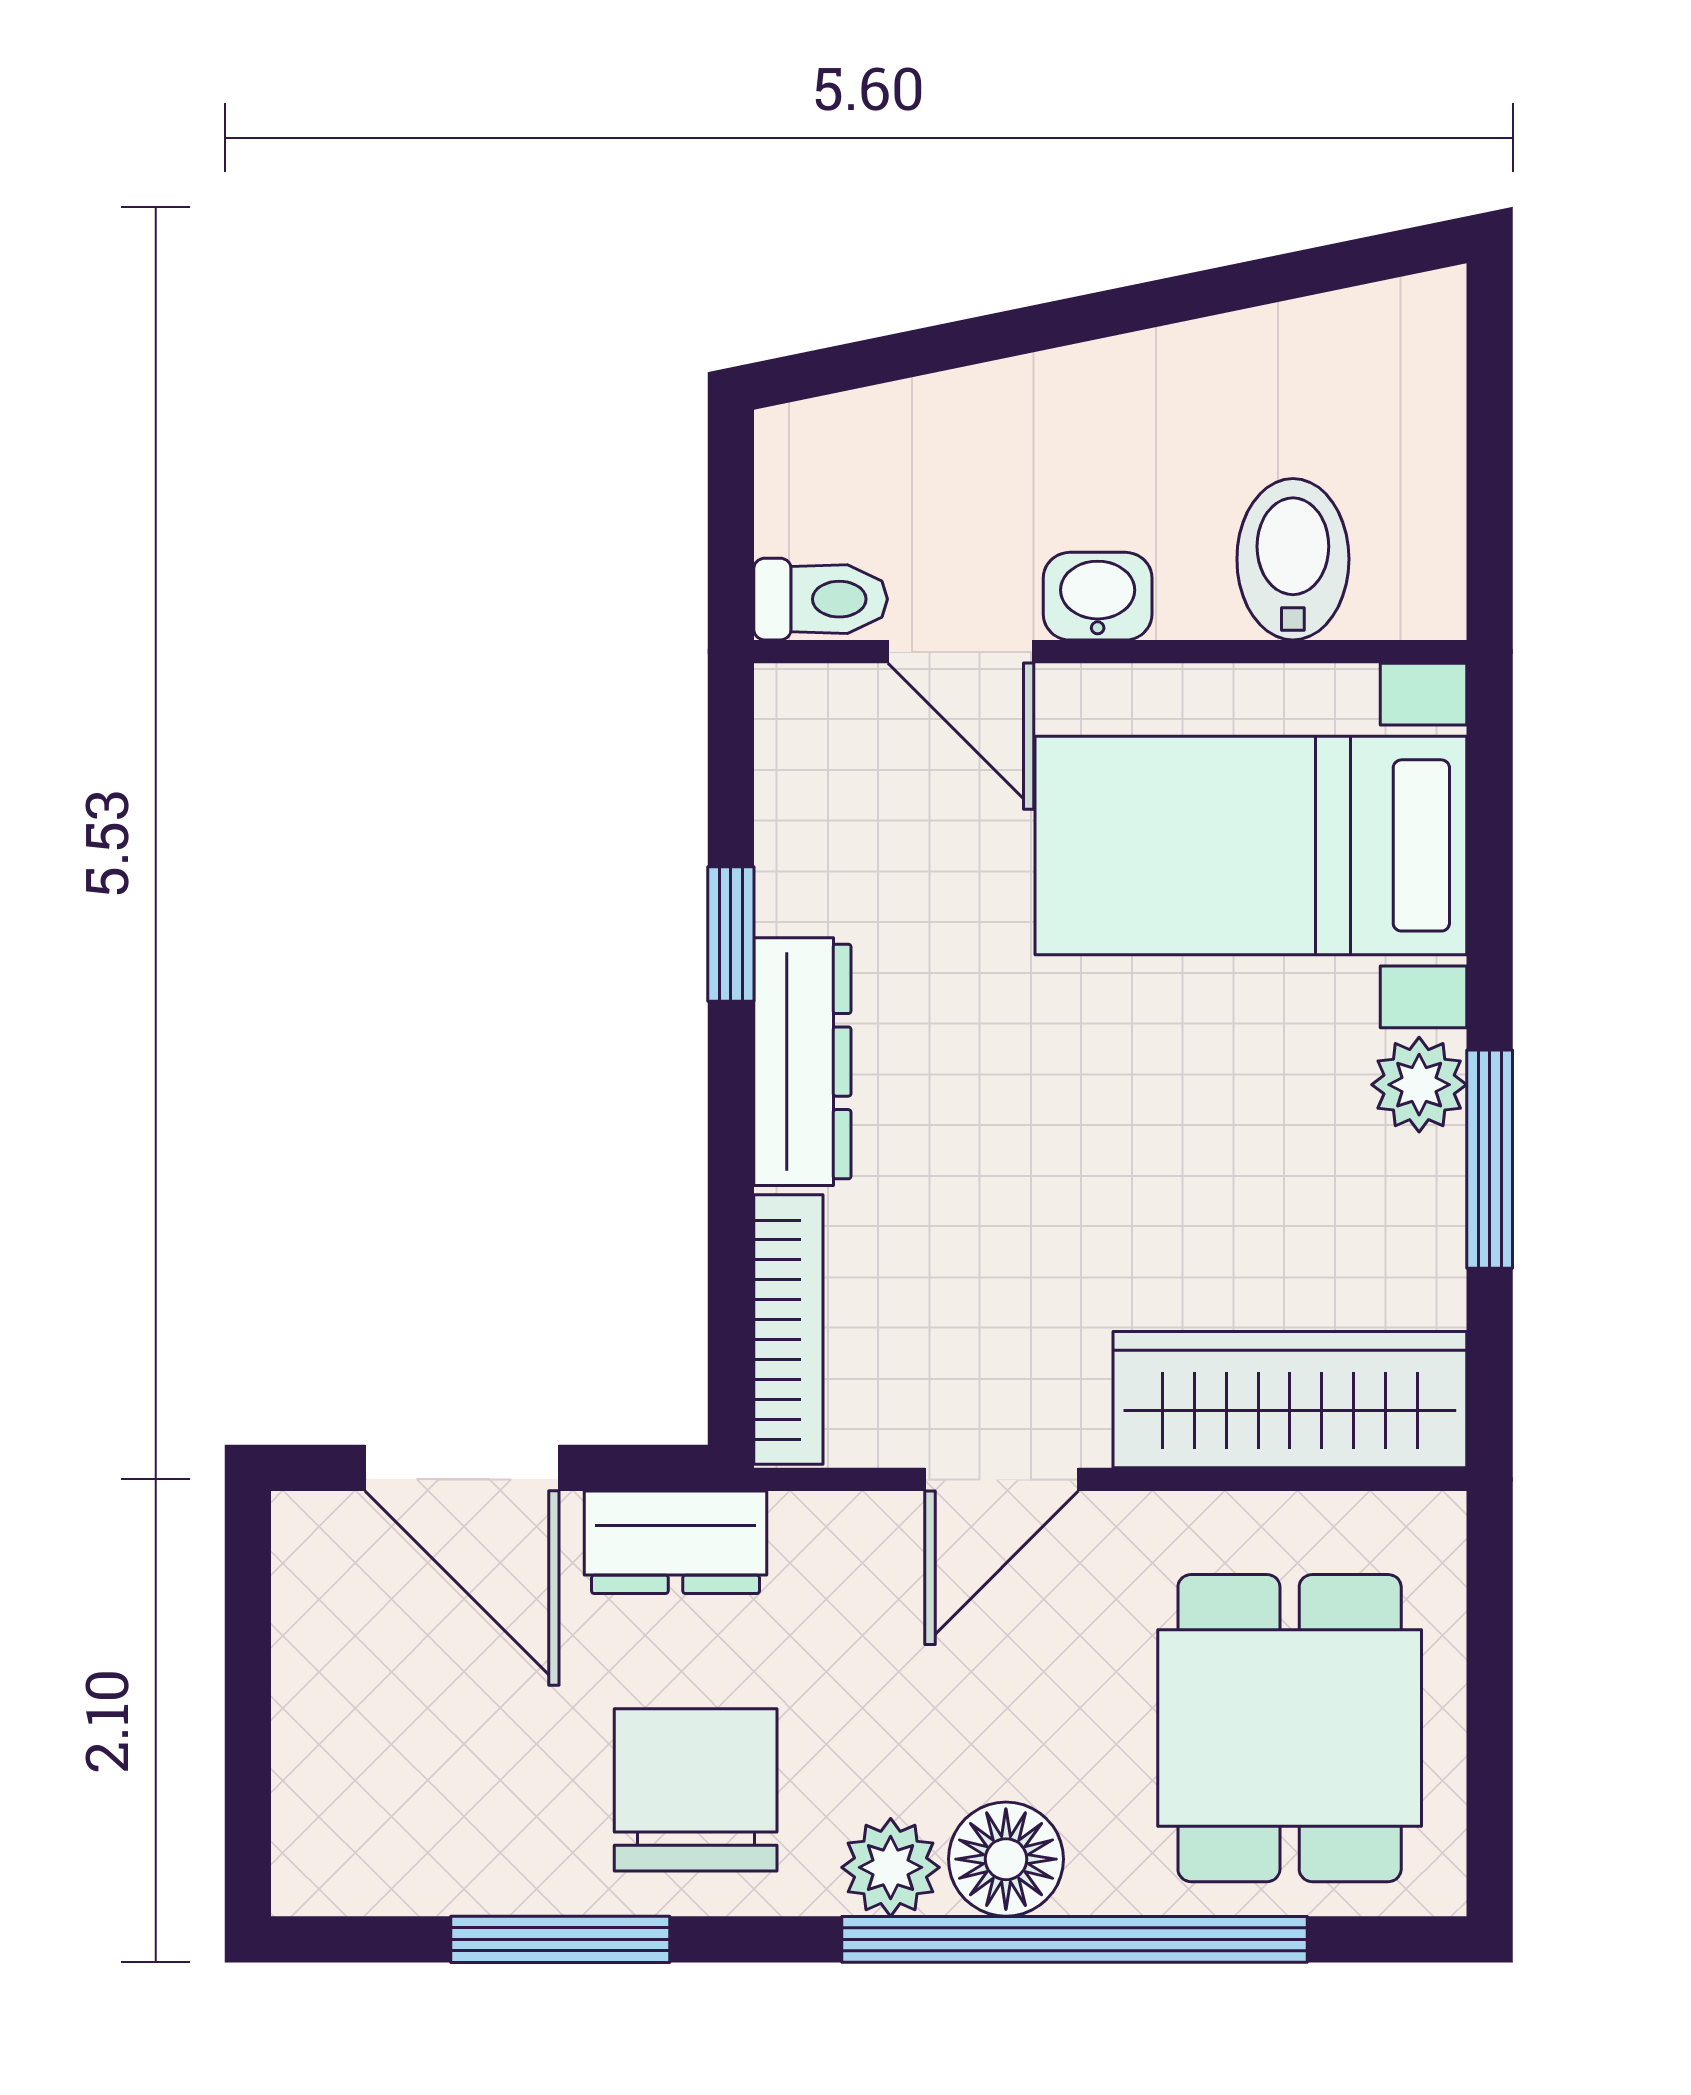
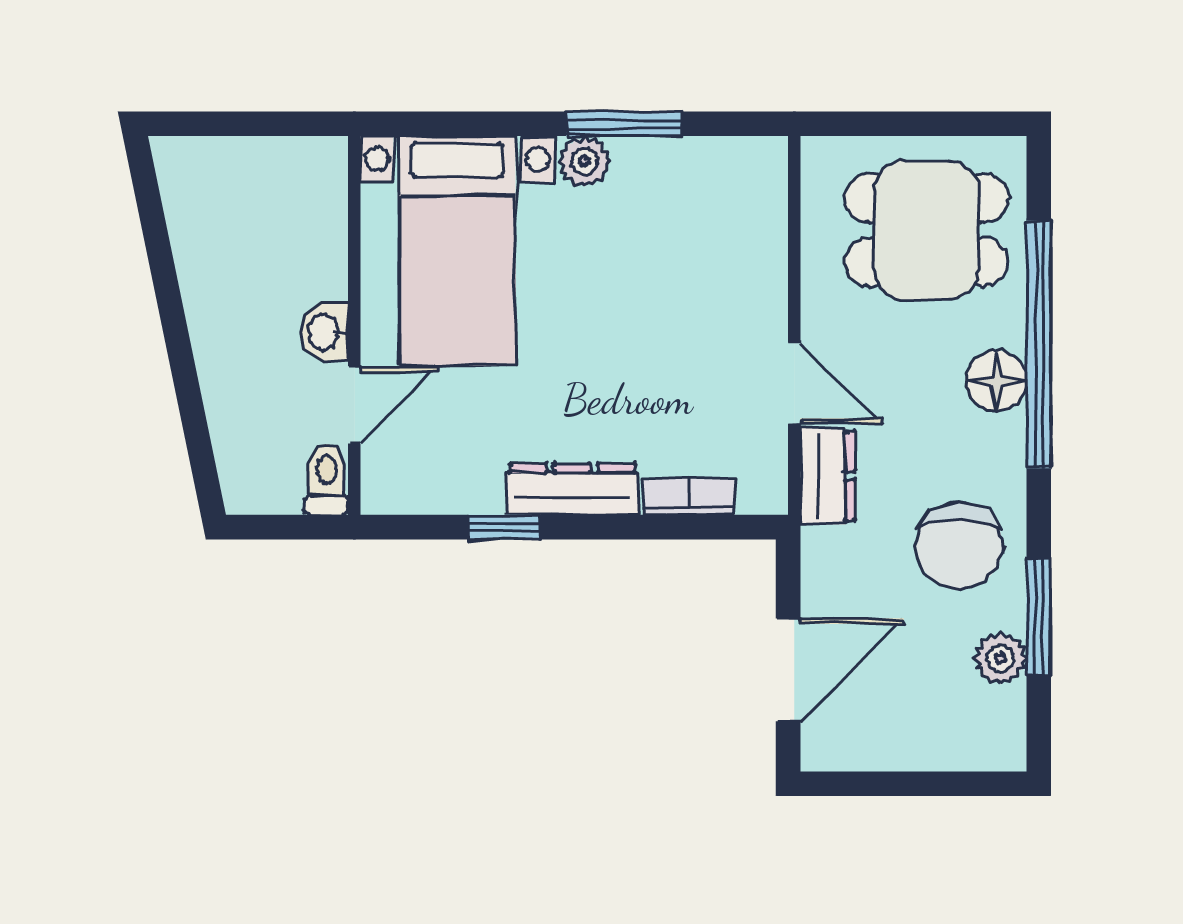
bidet: (1293, 559) -> (305, 228), removed
bookcase: (788, 1330) -> (689, 497), width x0.64
wardrobe: (1290, 1400) -> (752, 230), removed
dresser: (675, 1542) -> (828, 476), moved
chair: (696, 1790) -> (959, 546), turned -90
plant: (891, 1867) -> (1000, 658), moved

